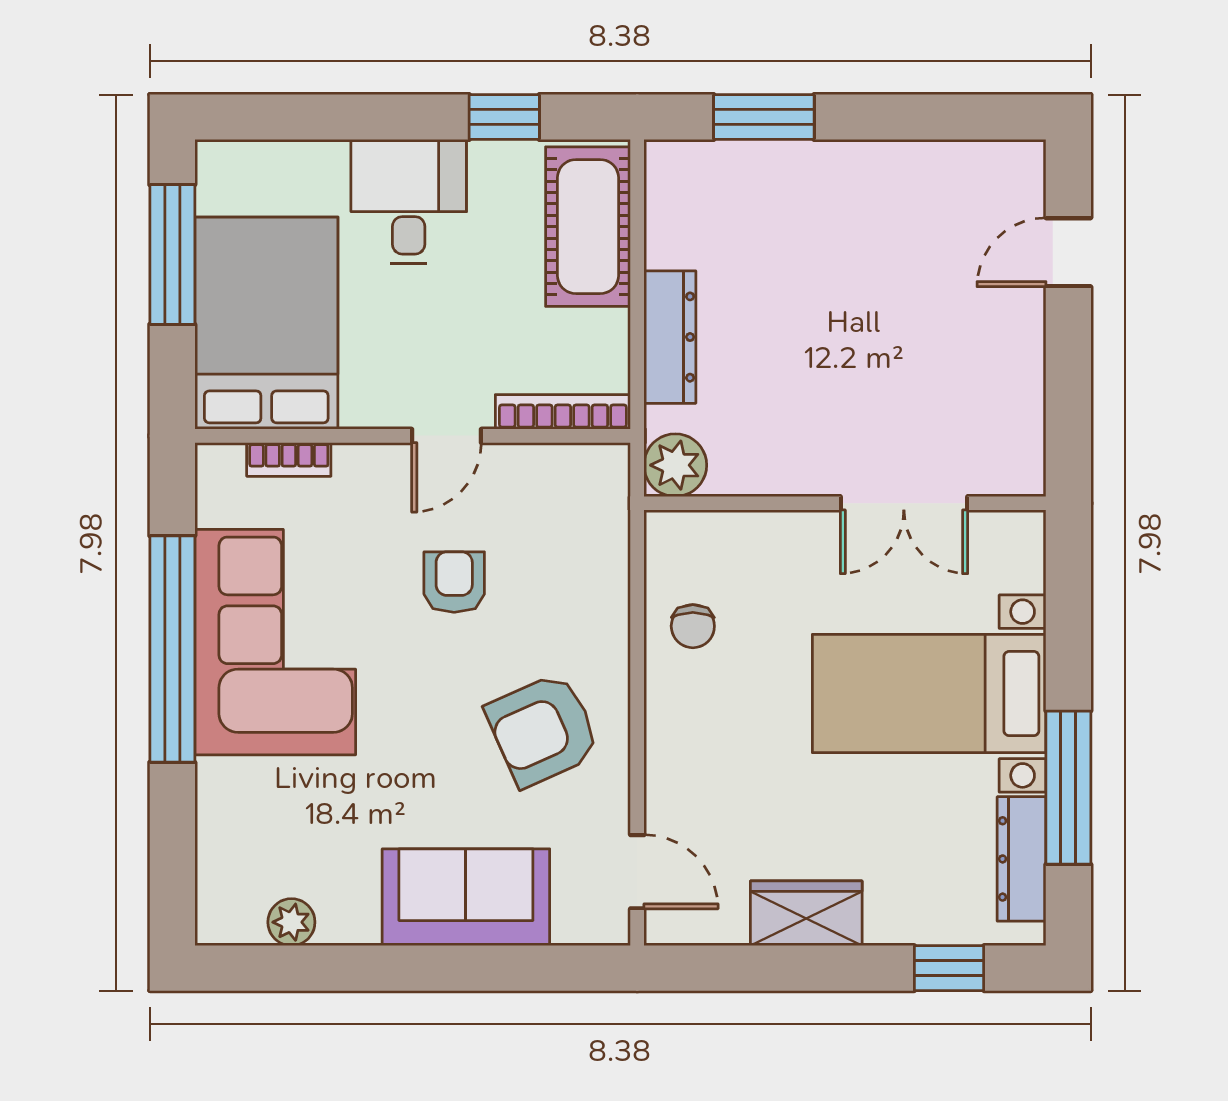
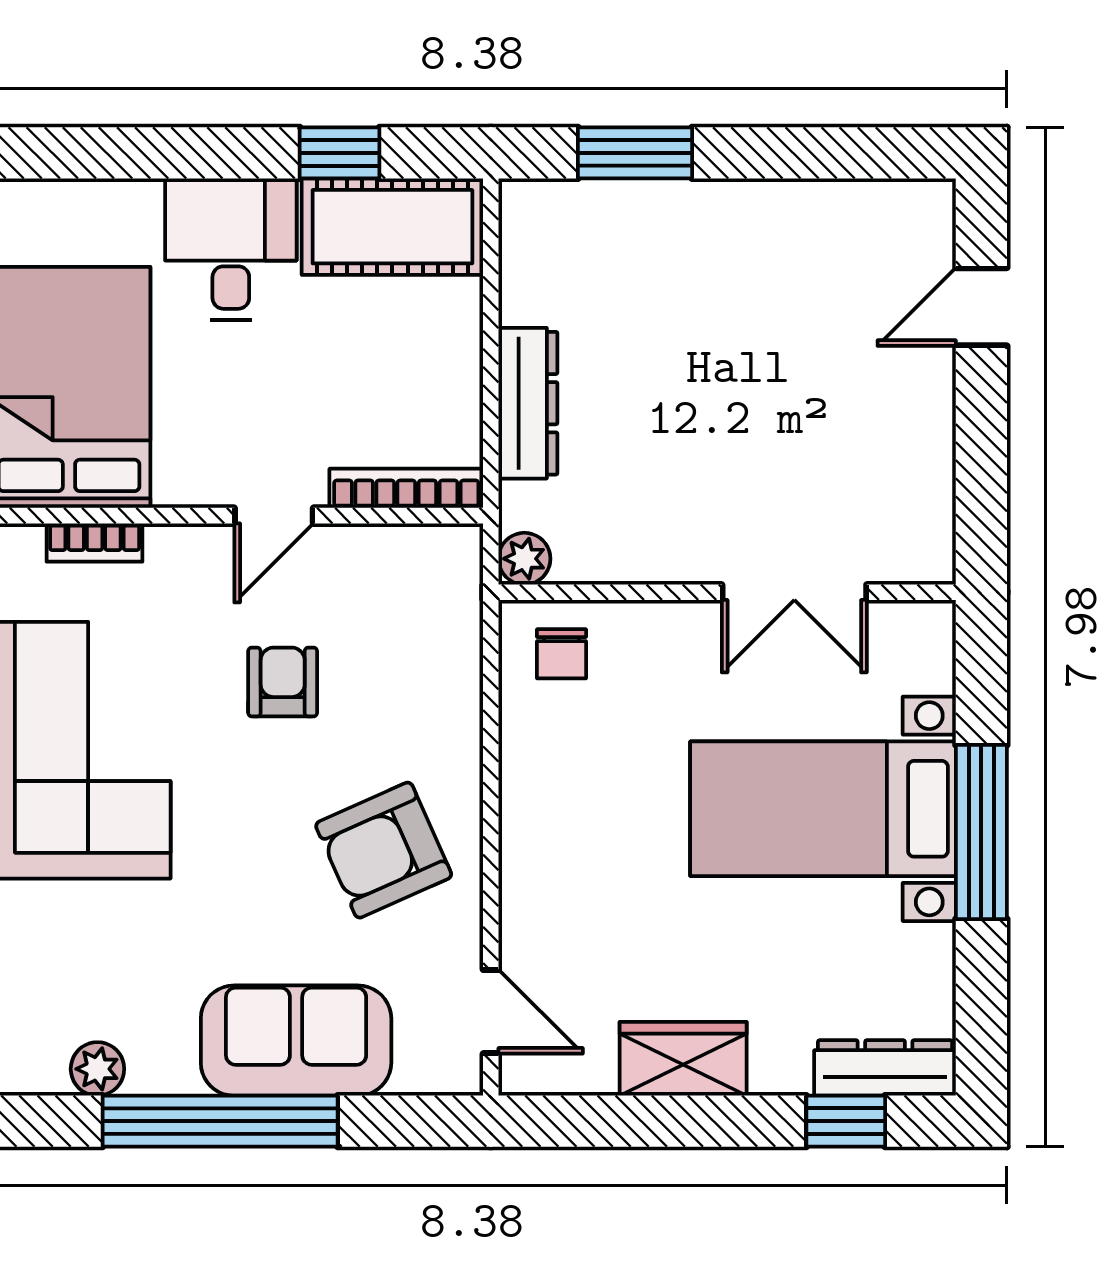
cot: (588, 227) -> (392, 227), moved, turned 90
plant: (675, 465) -> (524, 559), width x0.73, depth x0.73
chair: (693, 626) -> (561, 654), moved
window: (1068, 788) -> (981, 832), moved
dresser: (1022, 859) -> (885, 1068), moved, turned 90
window: (399, 968) -> (220, 1121), added

